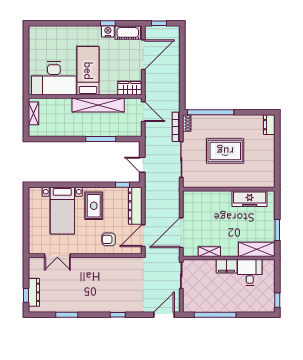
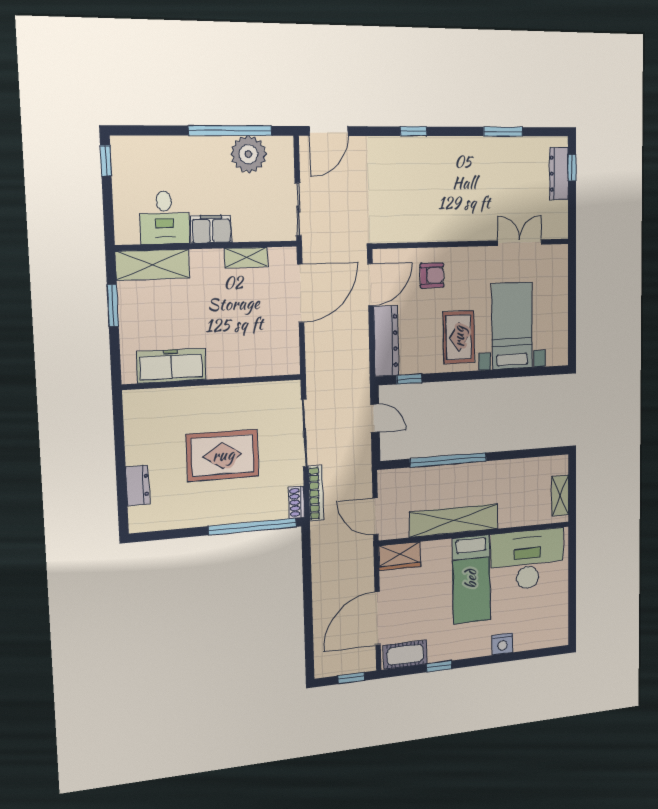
nightstand: (108, 31) -> (502, 644), moved
dresser: (269, 125) -> (138, 485), moved
window: (101, 139) -> (448, 460), width x1.46
plant: (206, 303) -> (248, 154), added

